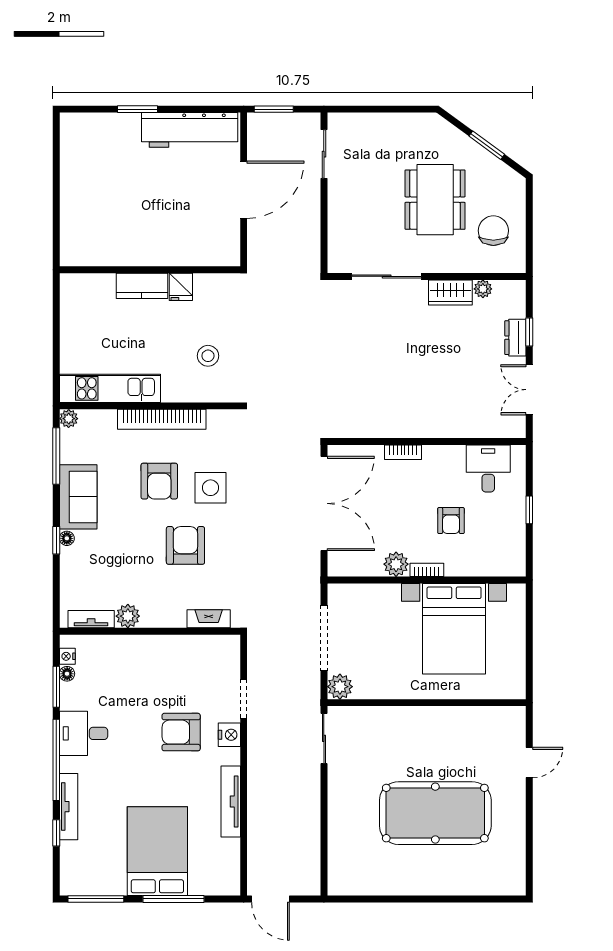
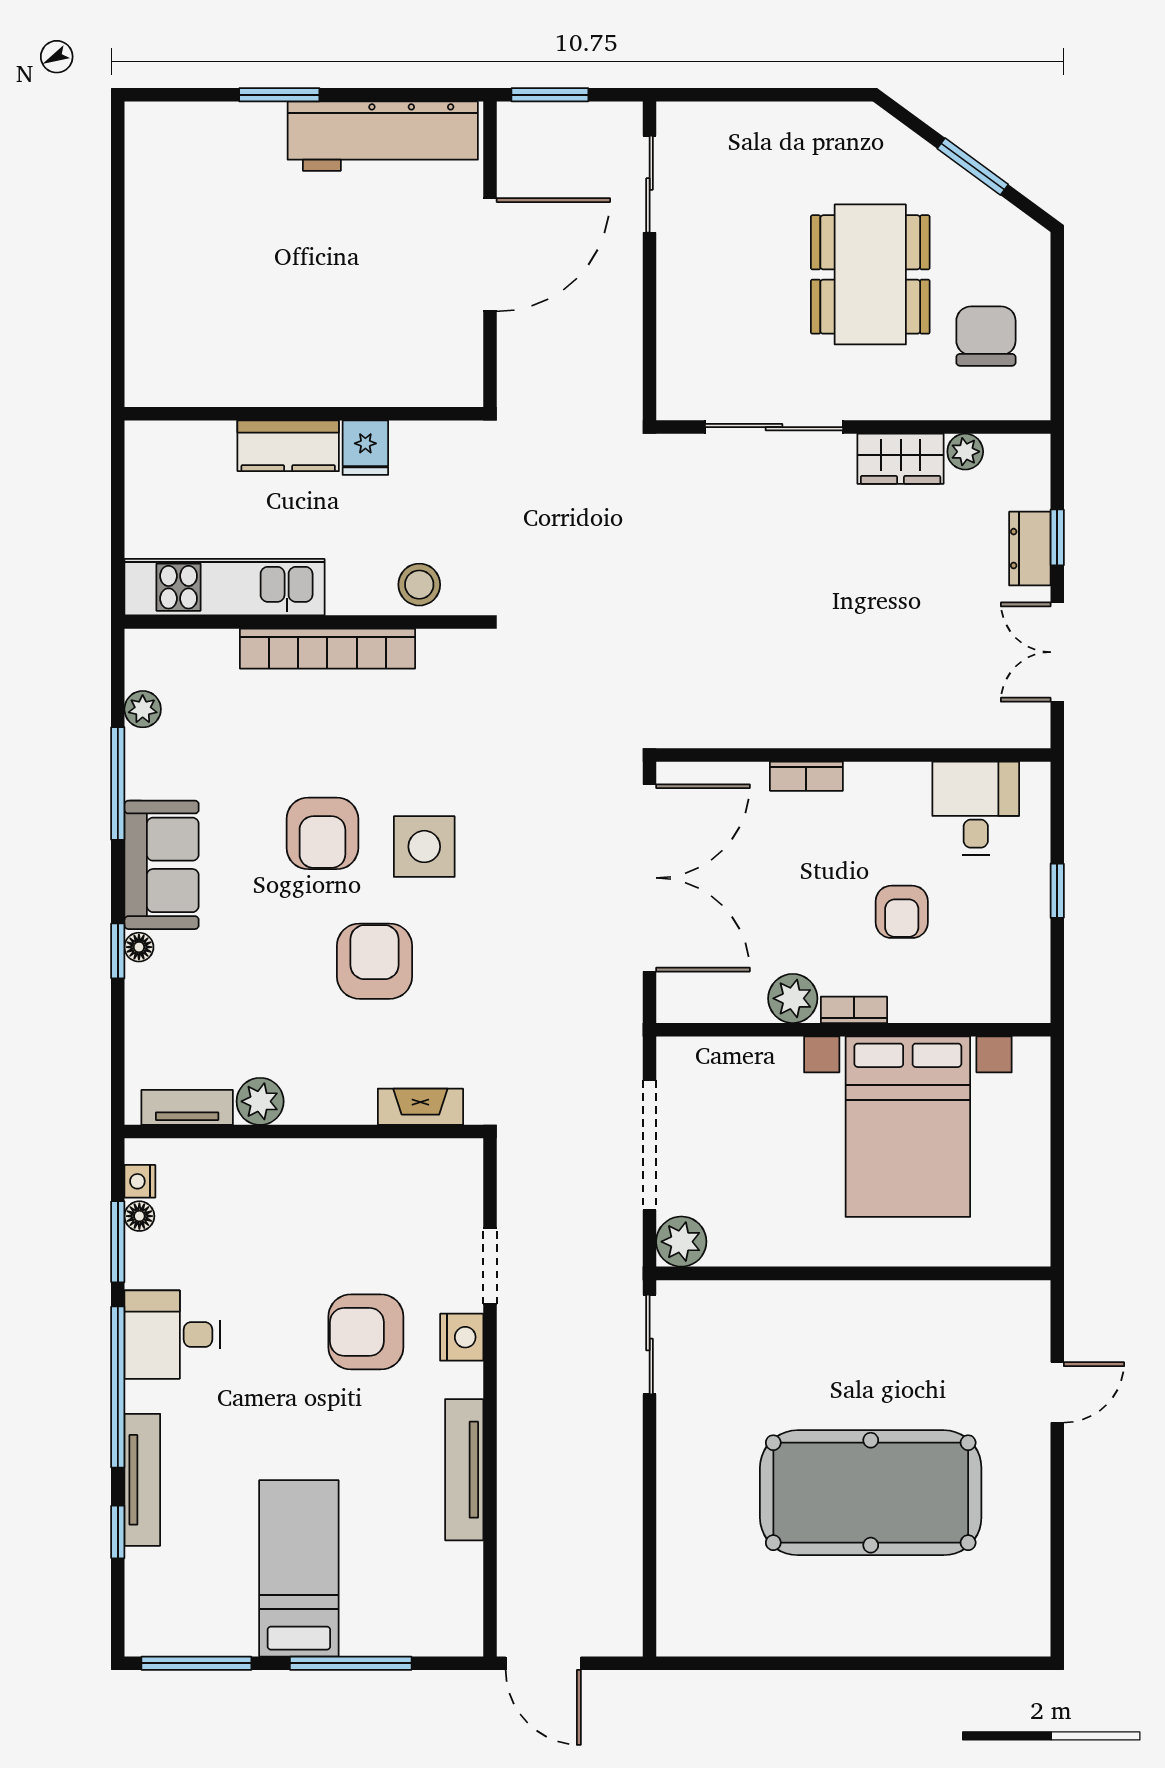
kitchen unit: (110, 388) -> (225, 587), moved
wall: (150, 406) -> (304, 622), moved
bookcase: (162, 419) -> (327, 649), moved
bed: (157, 851) -> (299, 1568), width x0.67

